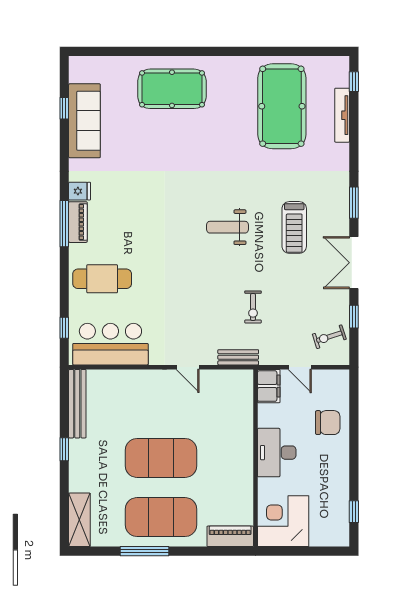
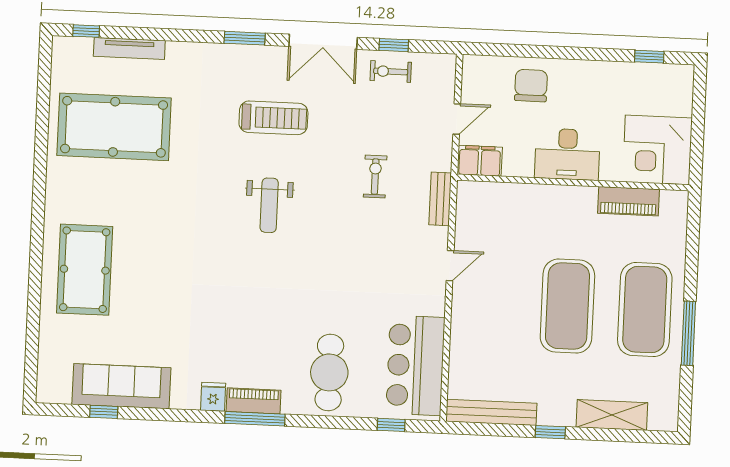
exercise bike: (253, 307) -> (375, 177), turned -90
exercise bike: (329, 337) -> (391, 71), moved, turned 108
shelving: (79, 520) -> (612, 415), moved
piano: (230, 536) -> (629, 201), moved, turned -90

